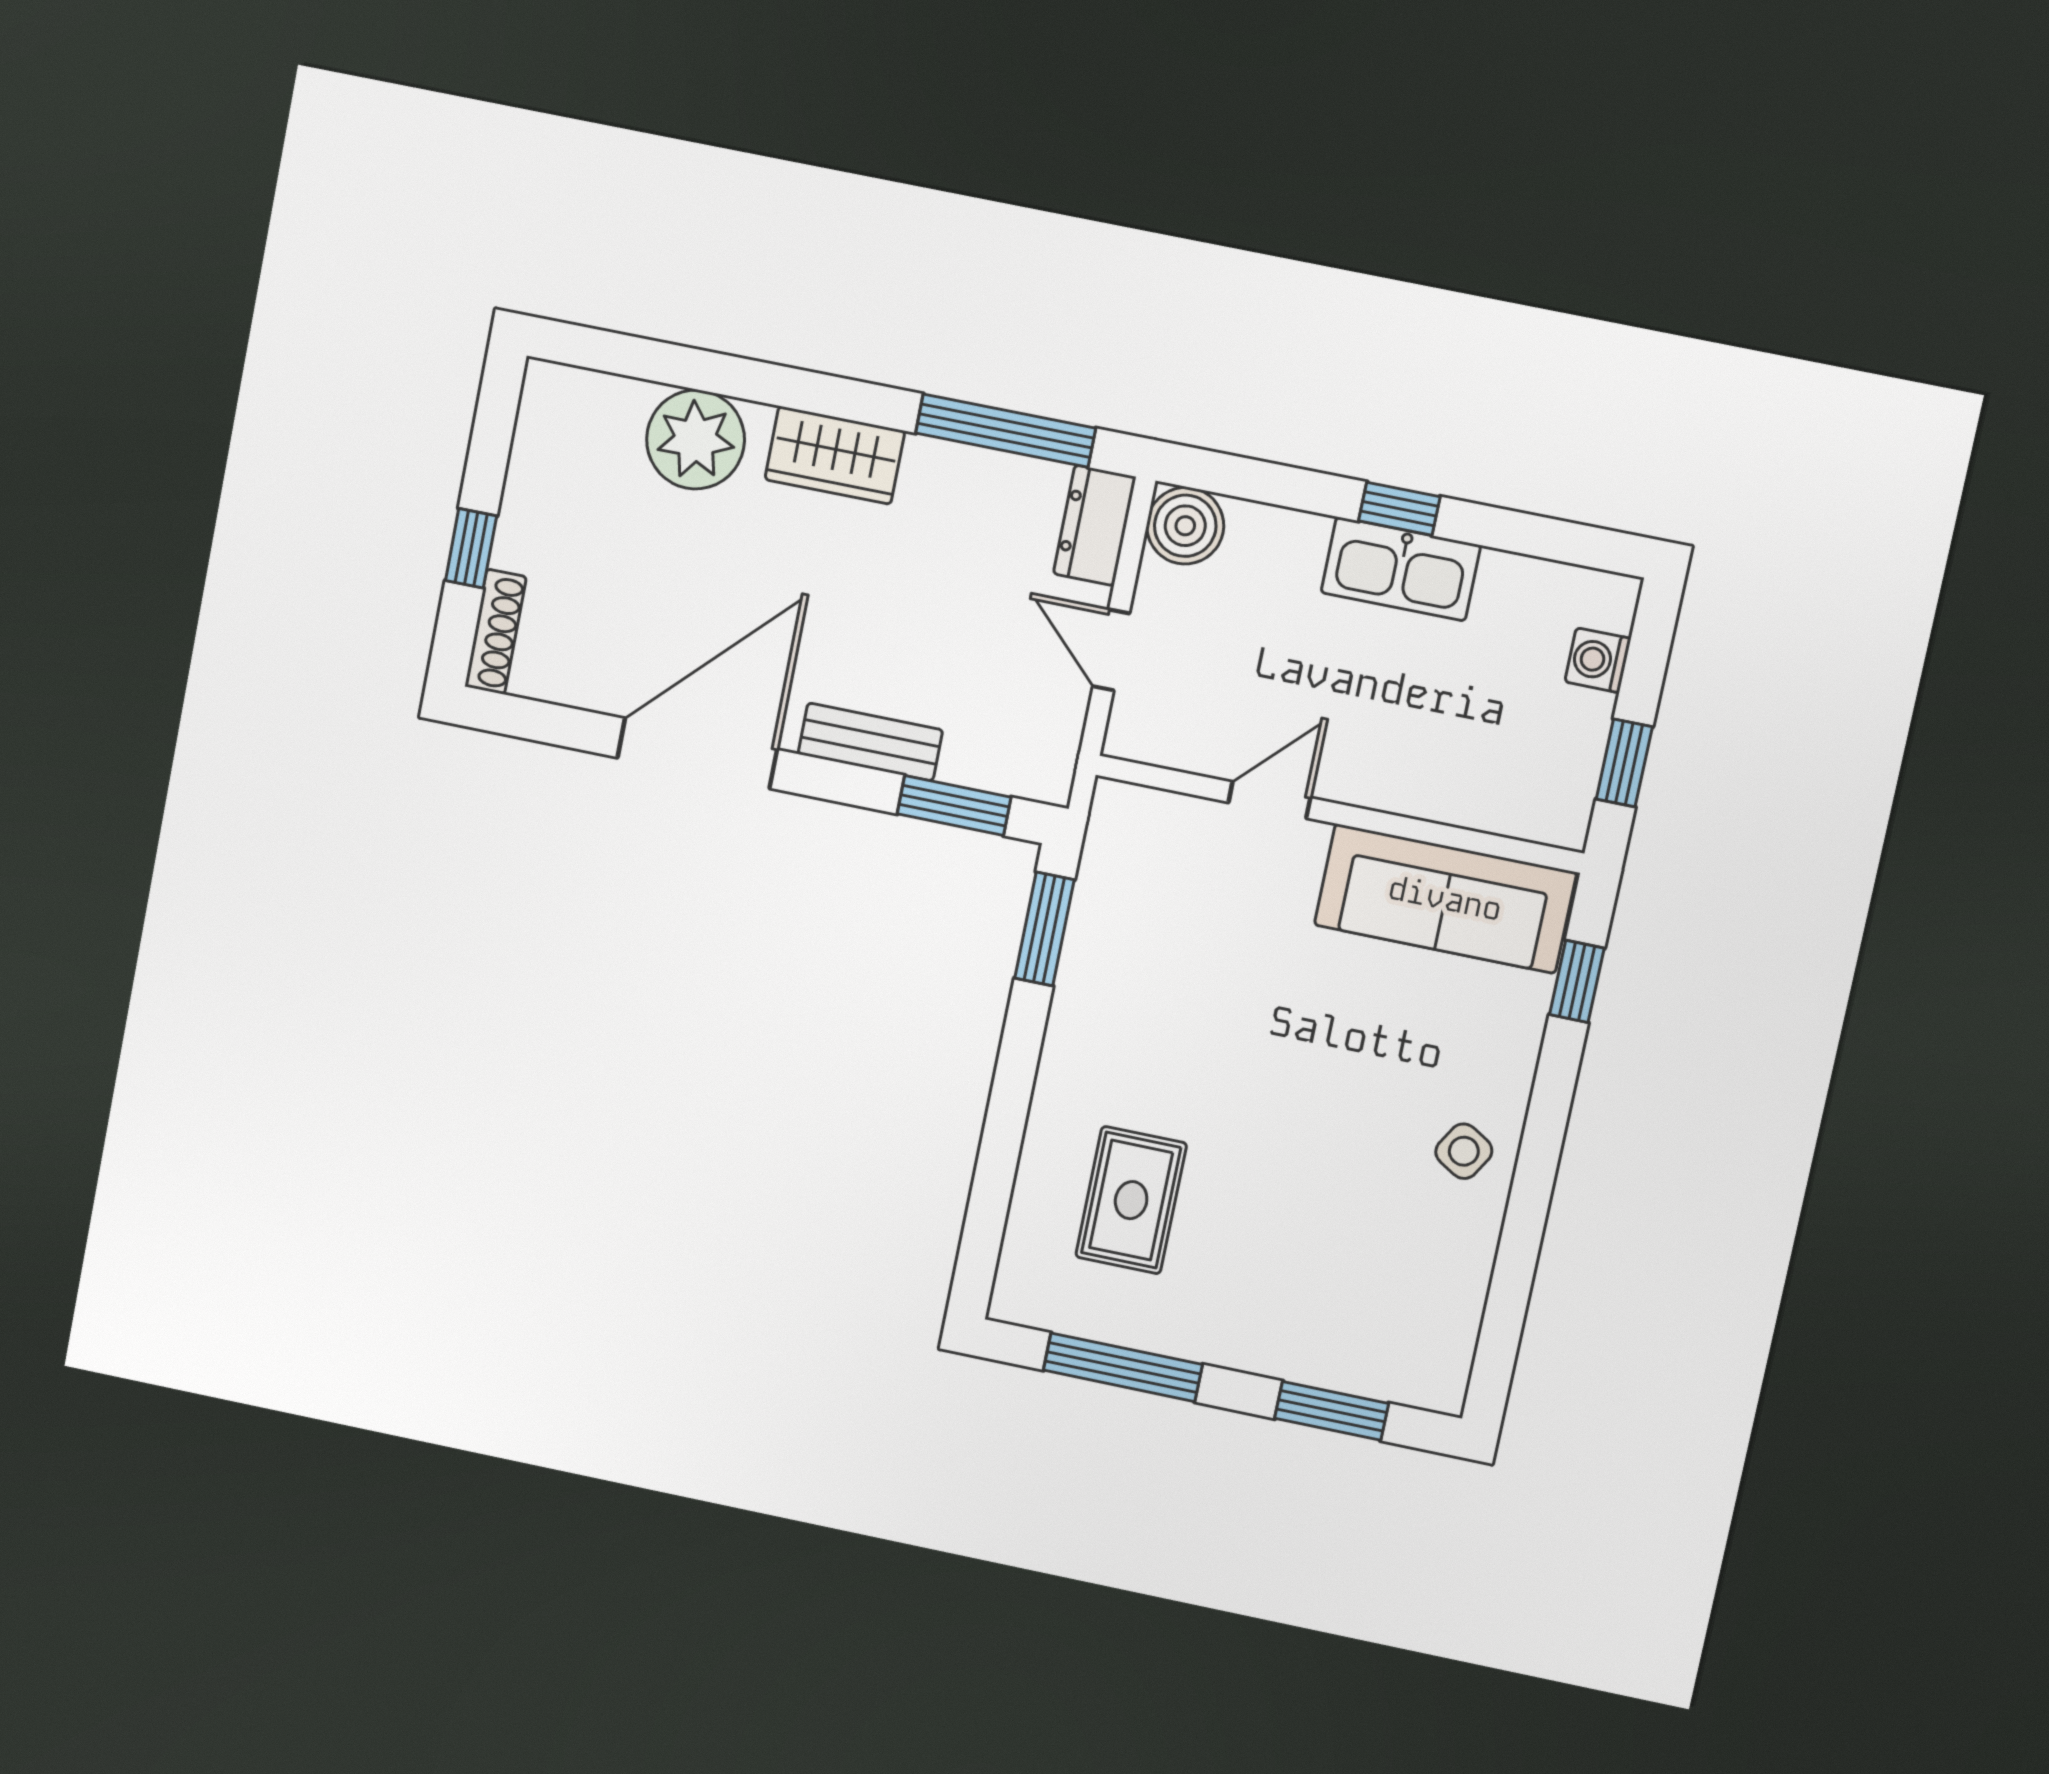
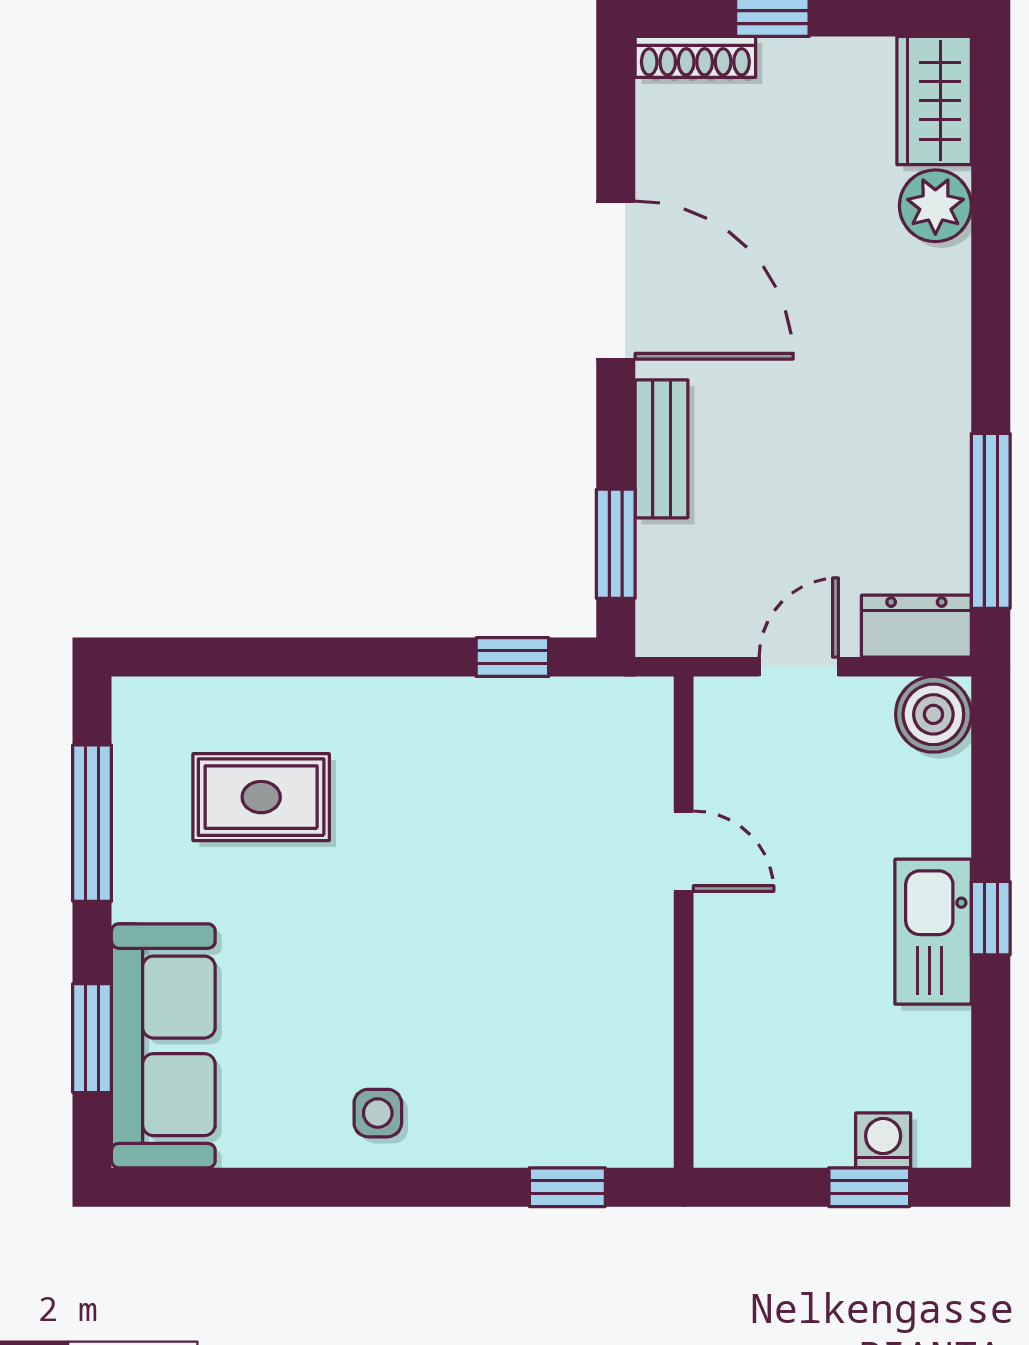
plant: (696, 440) -> (935, 206), width x0.73, depth x0.73
wardrobe: (835, 455) -> (934, 101), moved
window: (1624, 763) -> (869, 1187), moved
sofa: (1445, 899) -> (163, 1046), moved, turned 180
window: (1044, 929) -> (512, 657), width x0.67
side table: (1464, 1151) -> (378, 1113), turned -31

